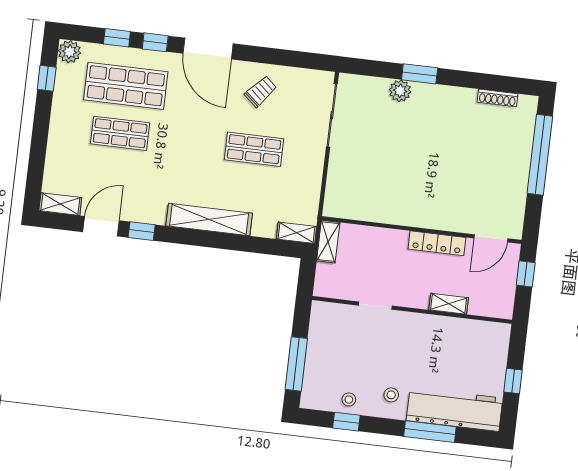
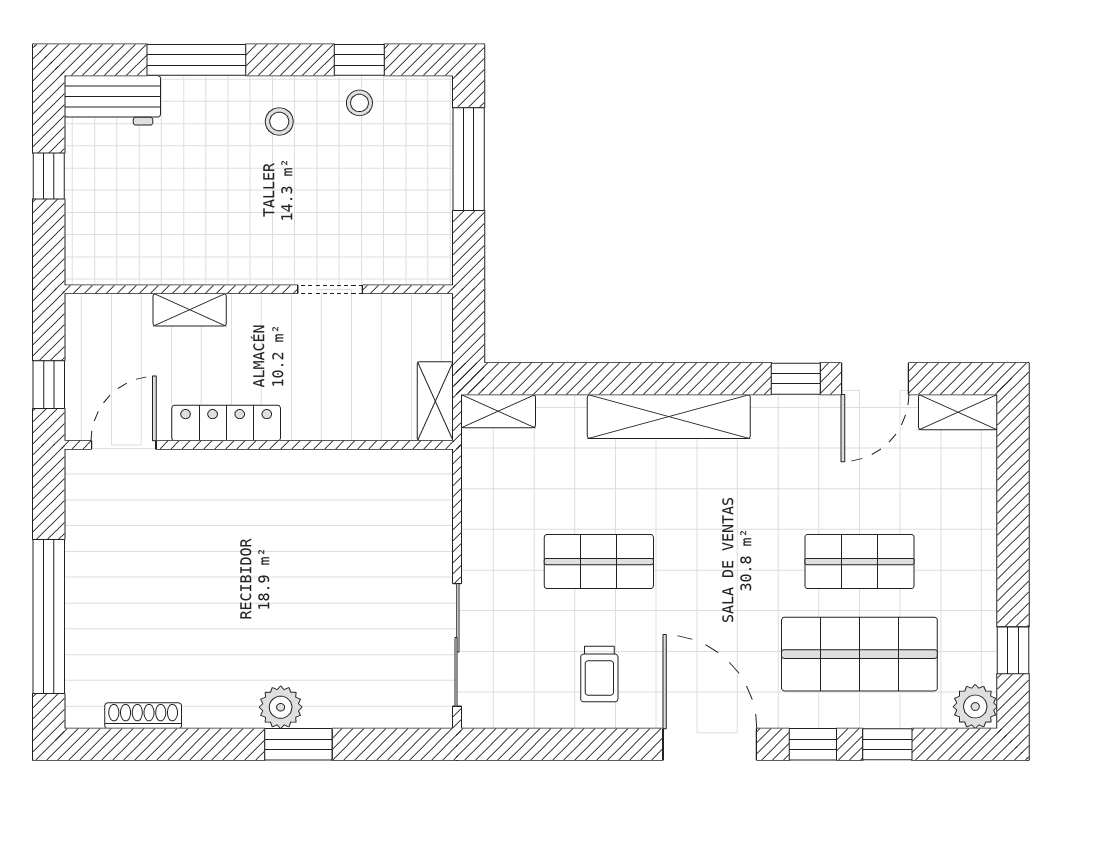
trolley: (261, 91) -> (599, 674), turned -41
plant: (400, 91) -> (281, 707), moved
workbench: (455, 409) -> (112, 100), width x0.53, depth x0.76

